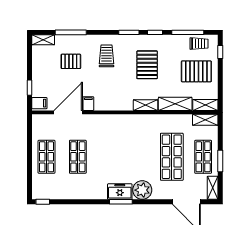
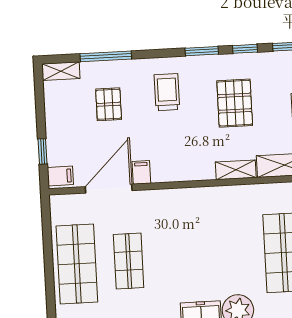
pallet: (71, 61) -> (109, 104), turned 90
shop shelf: (46, 157) -> (77, 264), width x1.43, depth x1.36

